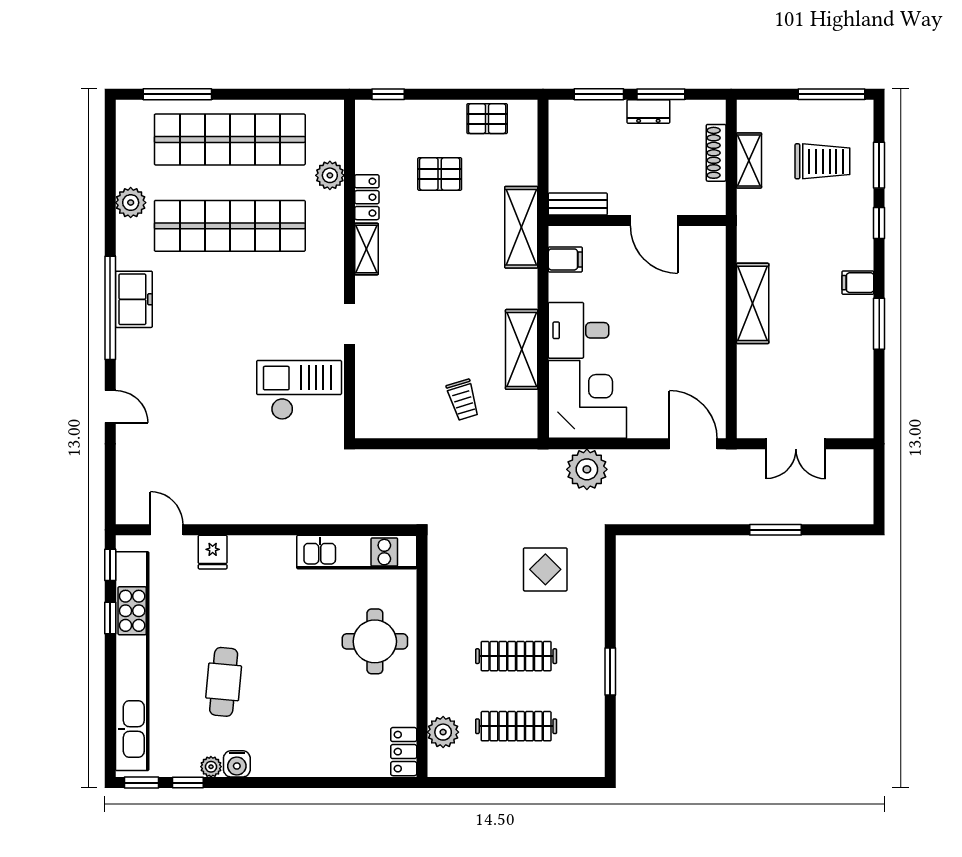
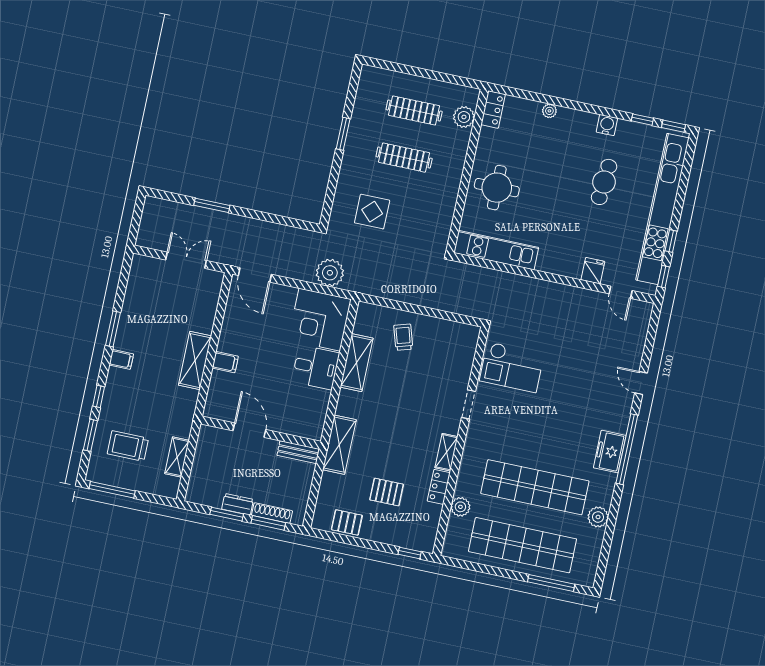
shoe rack: (716, 153) -> (272, 513), moved, turned -90
filing cabinet: (565, 259) -> (225, 362), moved, turned 180
plant: (211, 767) -> (549, 111), moved

